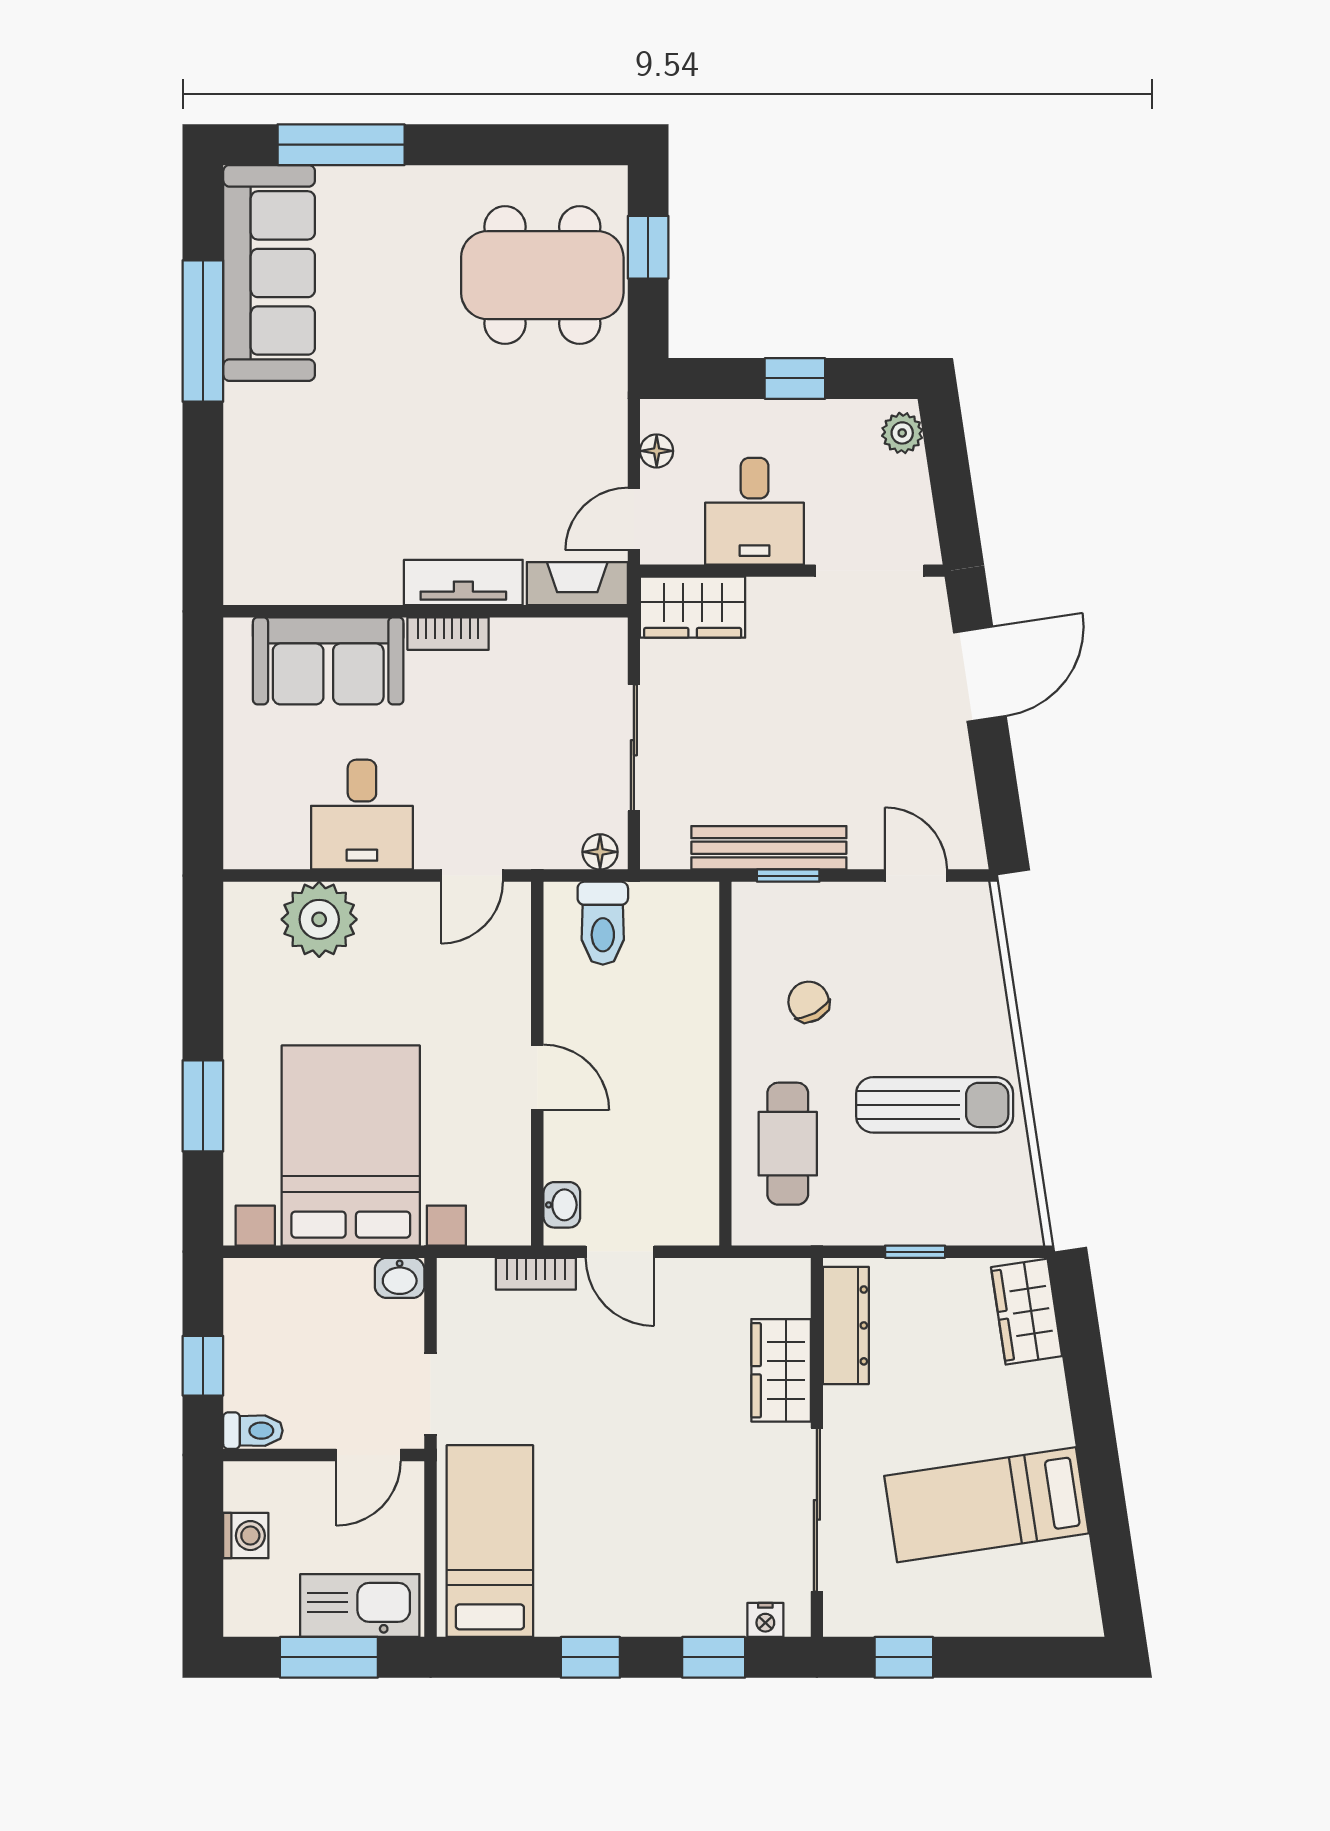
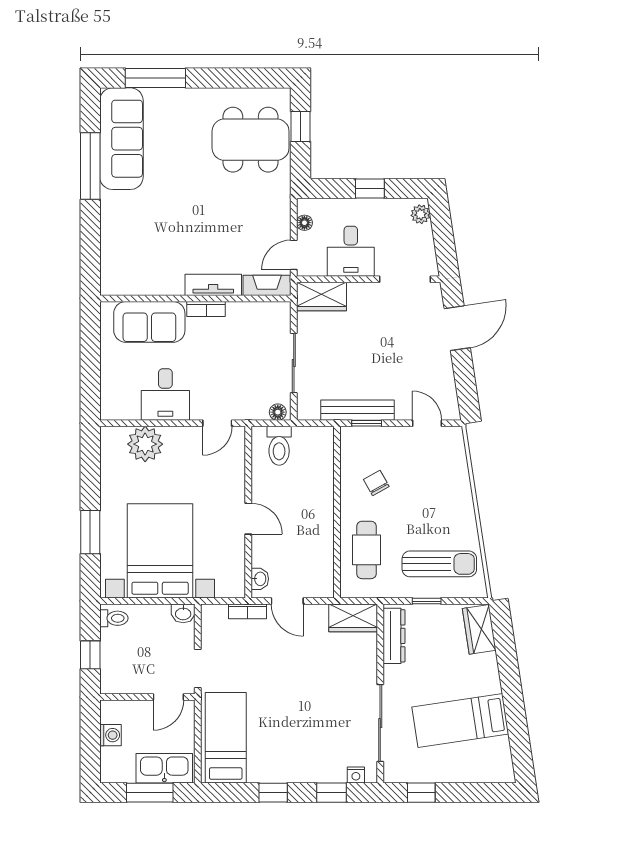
sun lounger: (935, 1105) -> (439, 564), moved
wardrobe: (781, 1370) -> (353, 618), moved, turned -90
toilet: (253, 1431) -> (114, 618), moved

